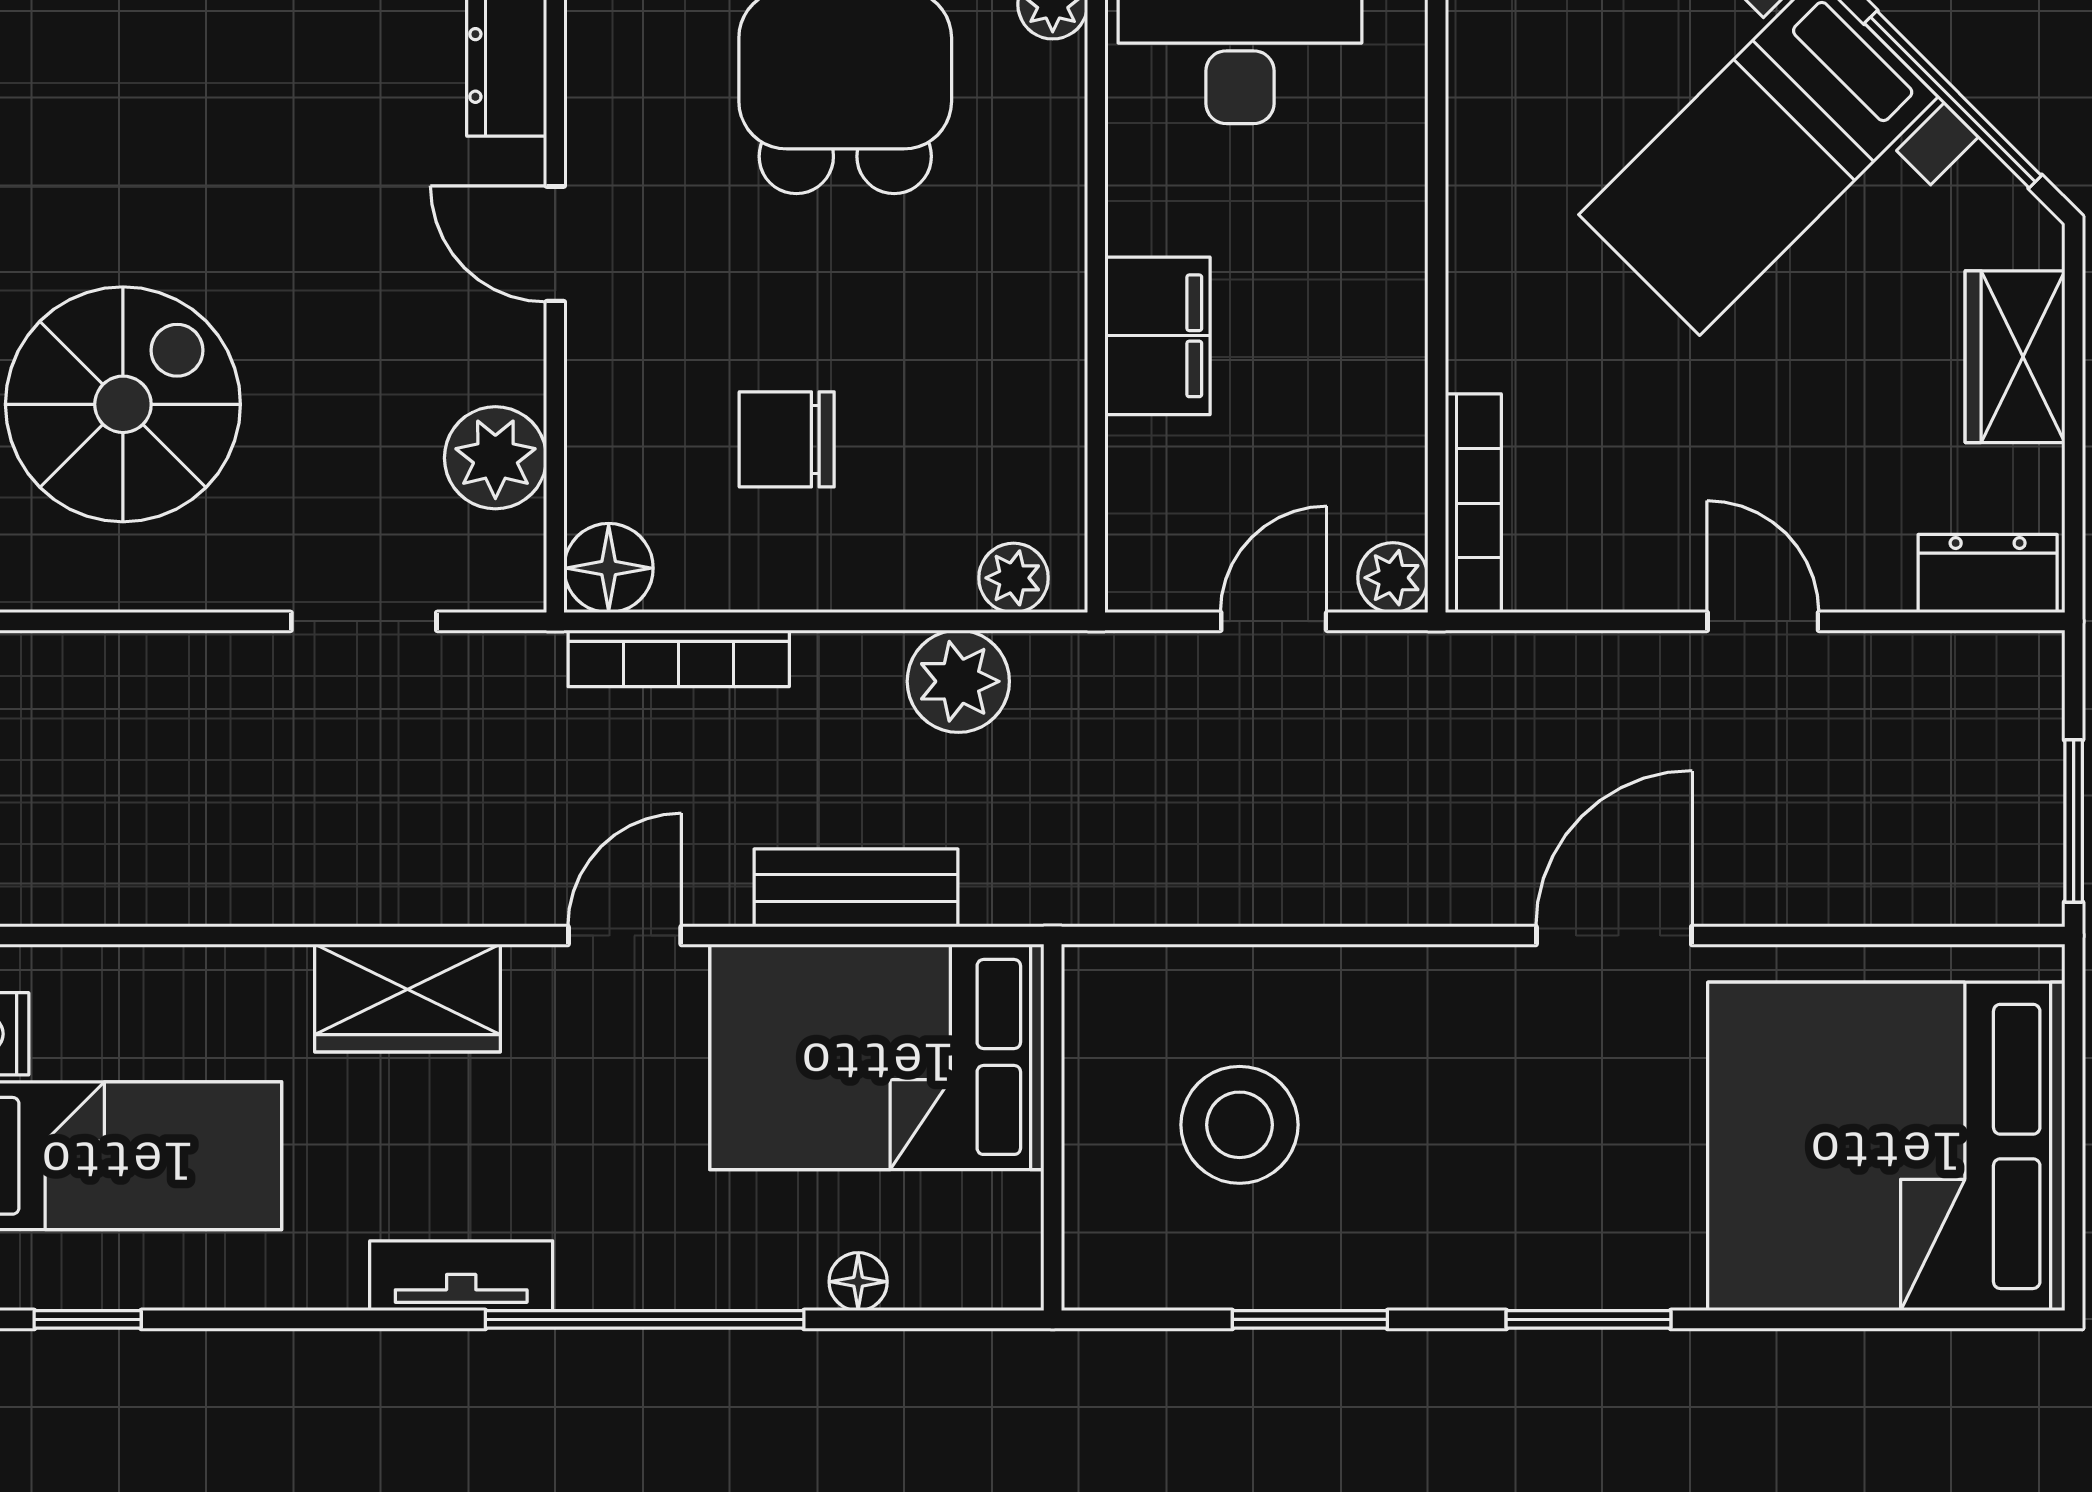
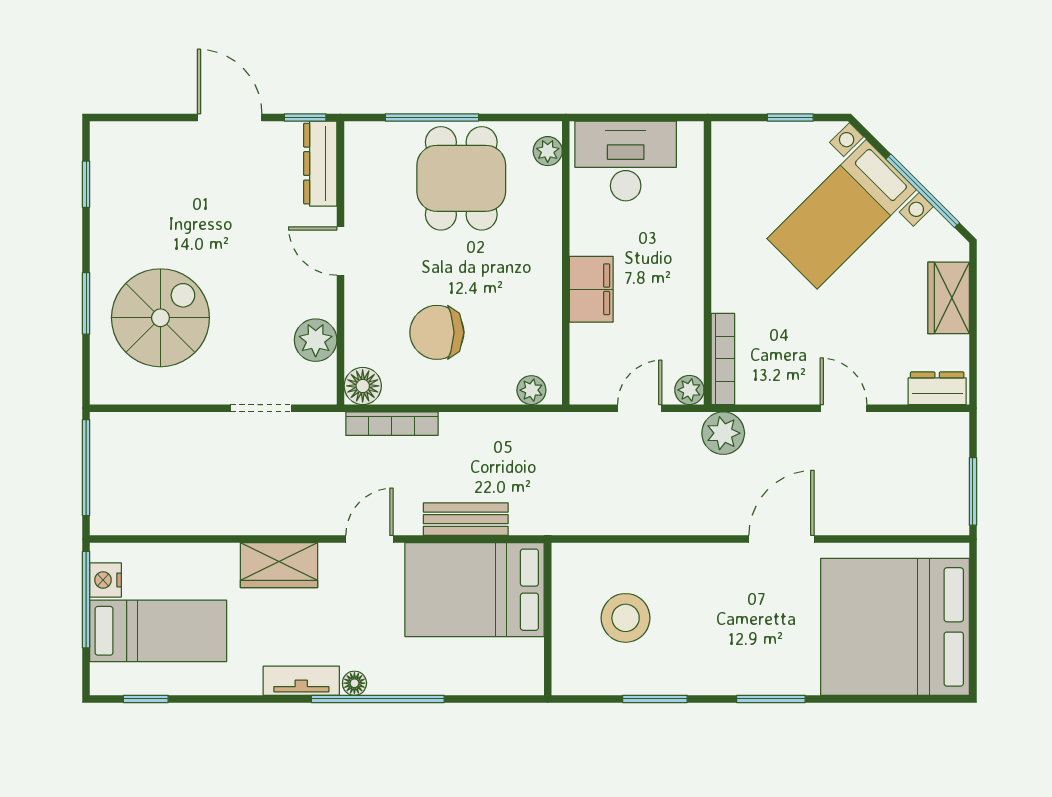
chair: (787, 439) -> (437, 332), width x1.37, depth x1.37
plant: (958, 681) -> (723, 433), moved
floor lamp: (858, 1282) -> (354, 683), moved

